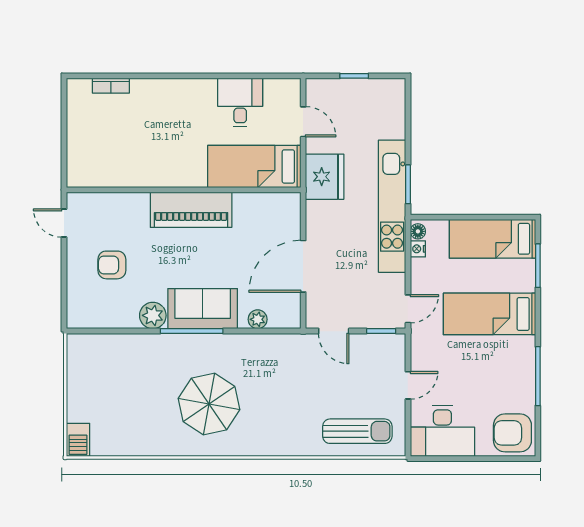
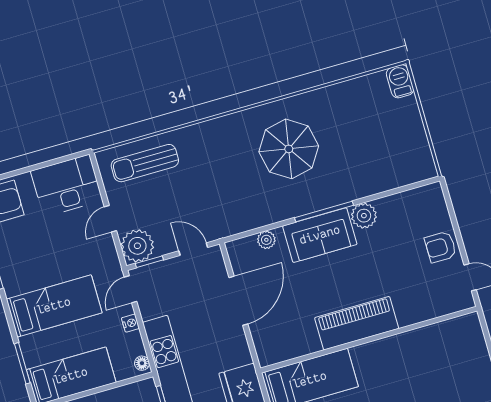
nightstand: (418, 249) -> (130, 323), moved
armchair: (112, 265) -> (440, 247), moved, turned 180
plant: (389, 350) -> (137, 246), added

